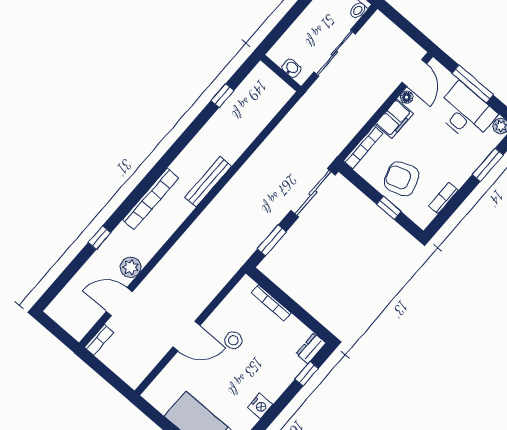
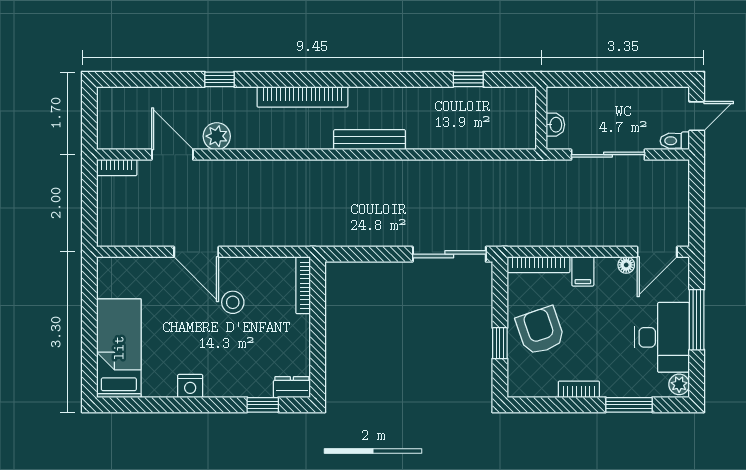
filing cabinet: (394, 119) -> (583, 271), width x0.50
bookcase: (444, 198) -> (579, 389), moved
window: (272, 240) -> (366, 254), removed
bookcase: (271, 303) -> (303, 285), moved

